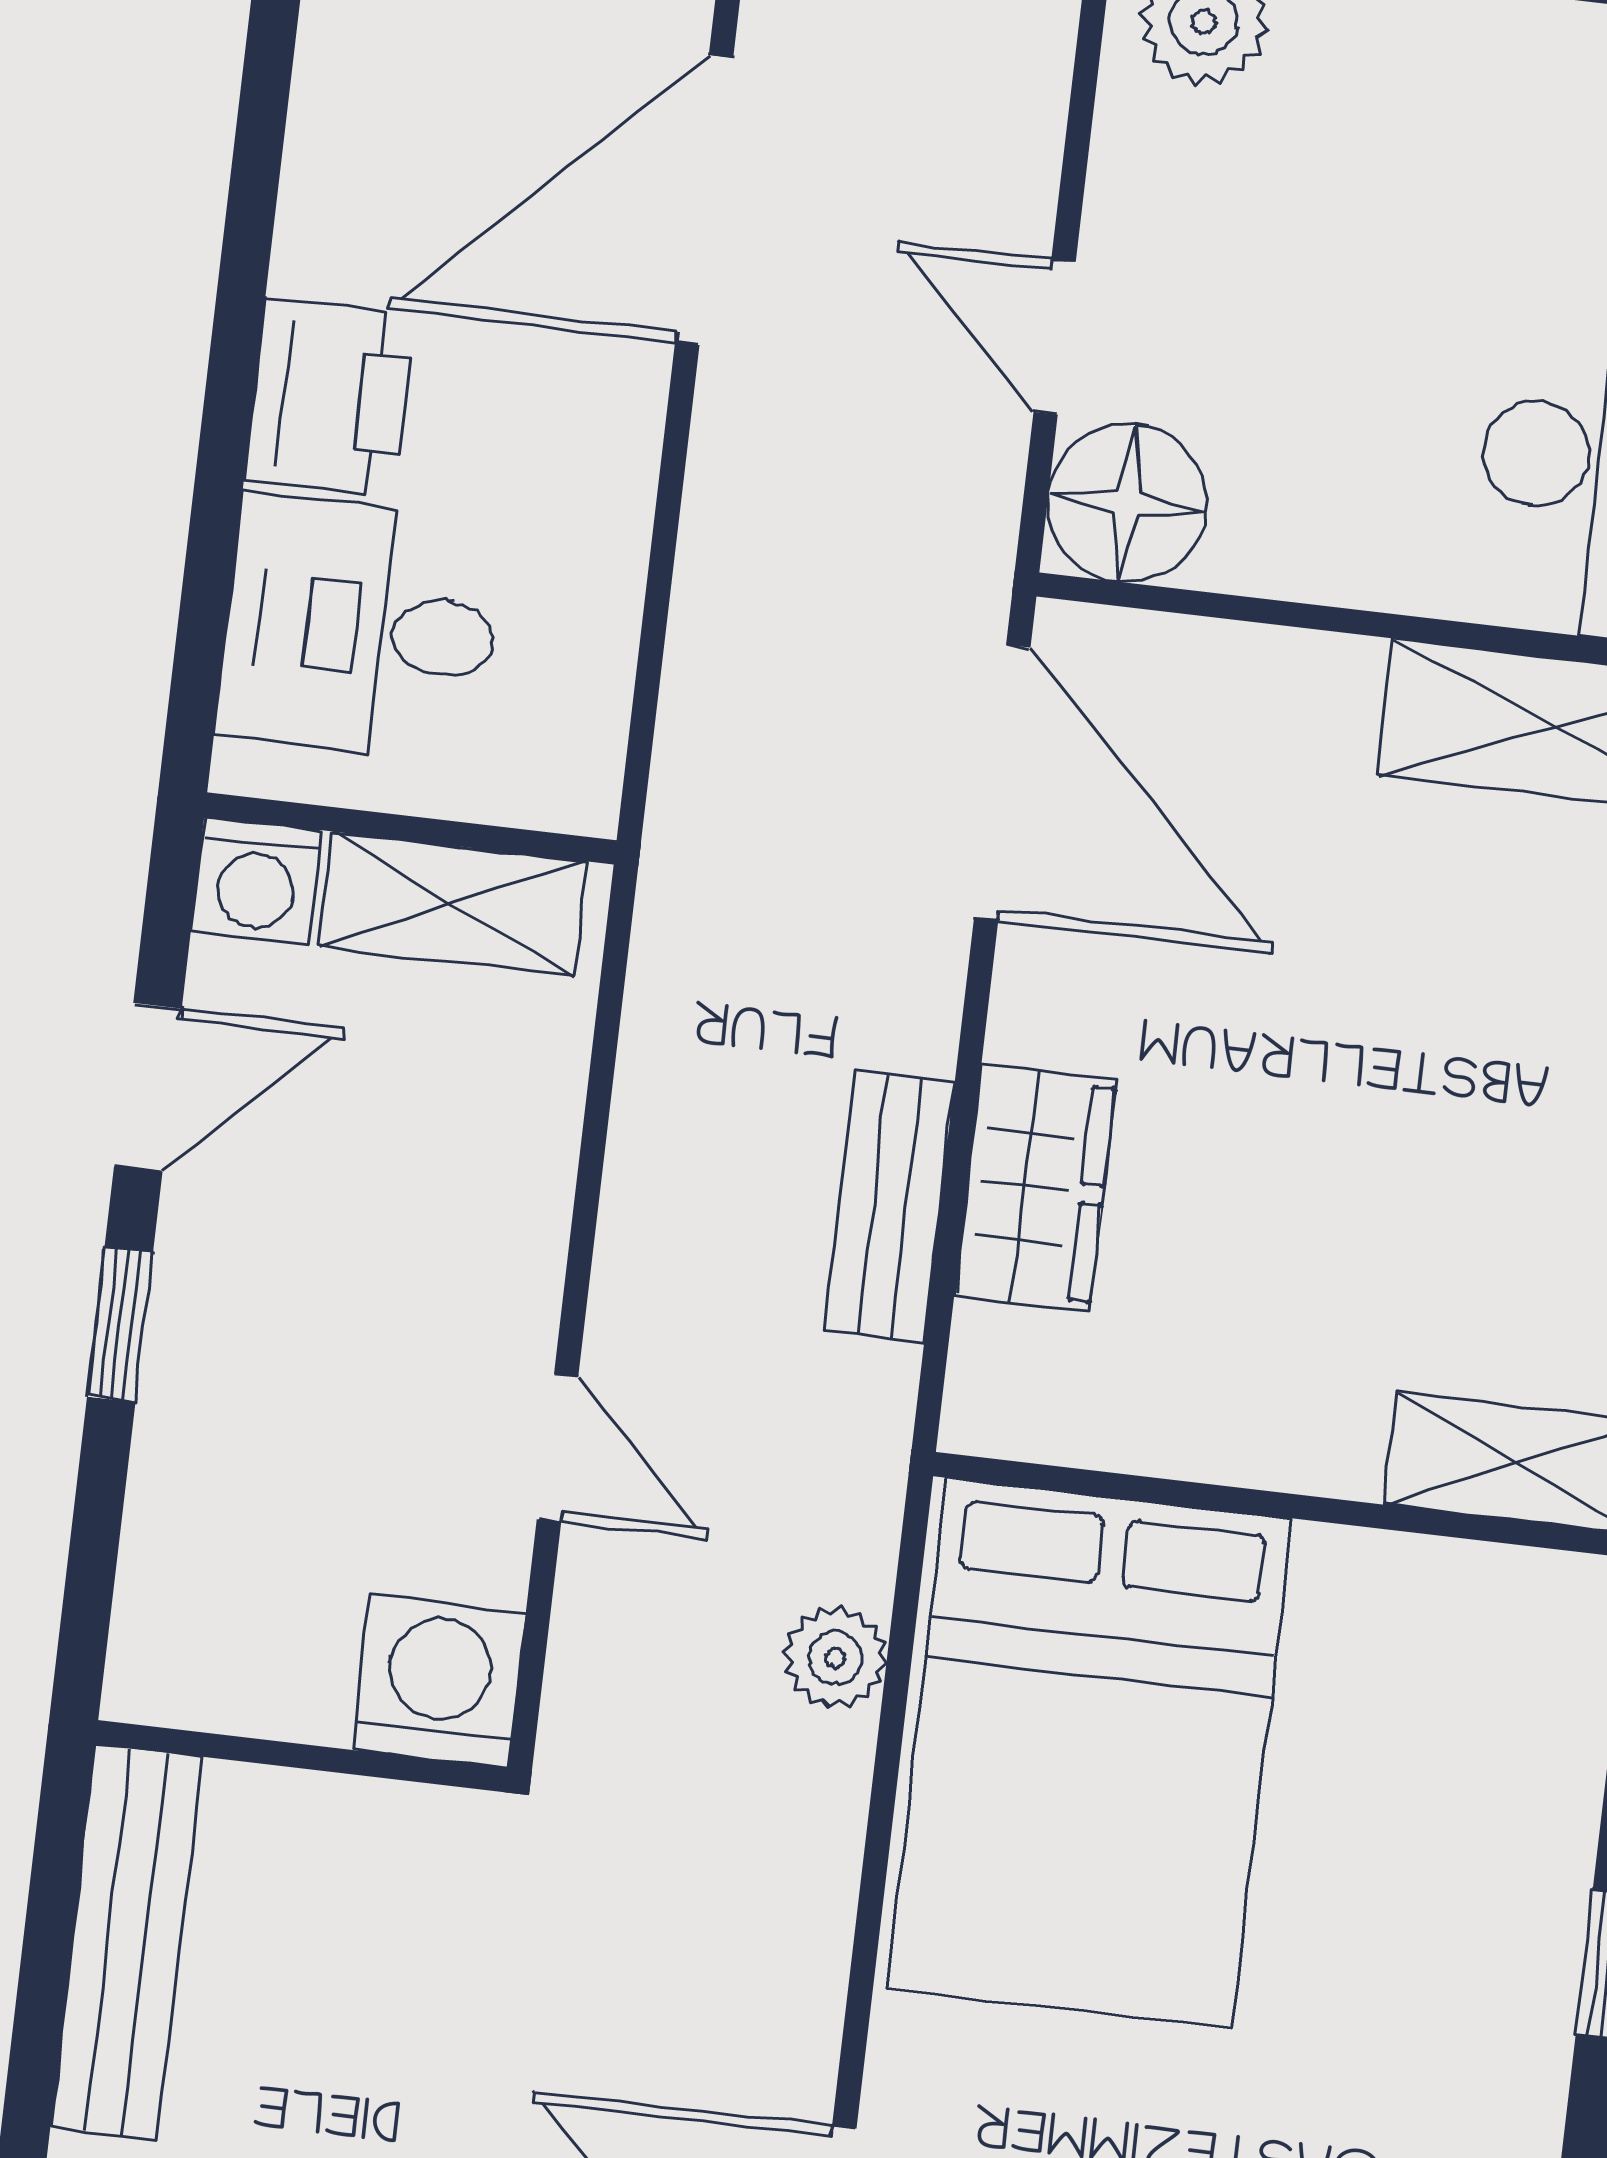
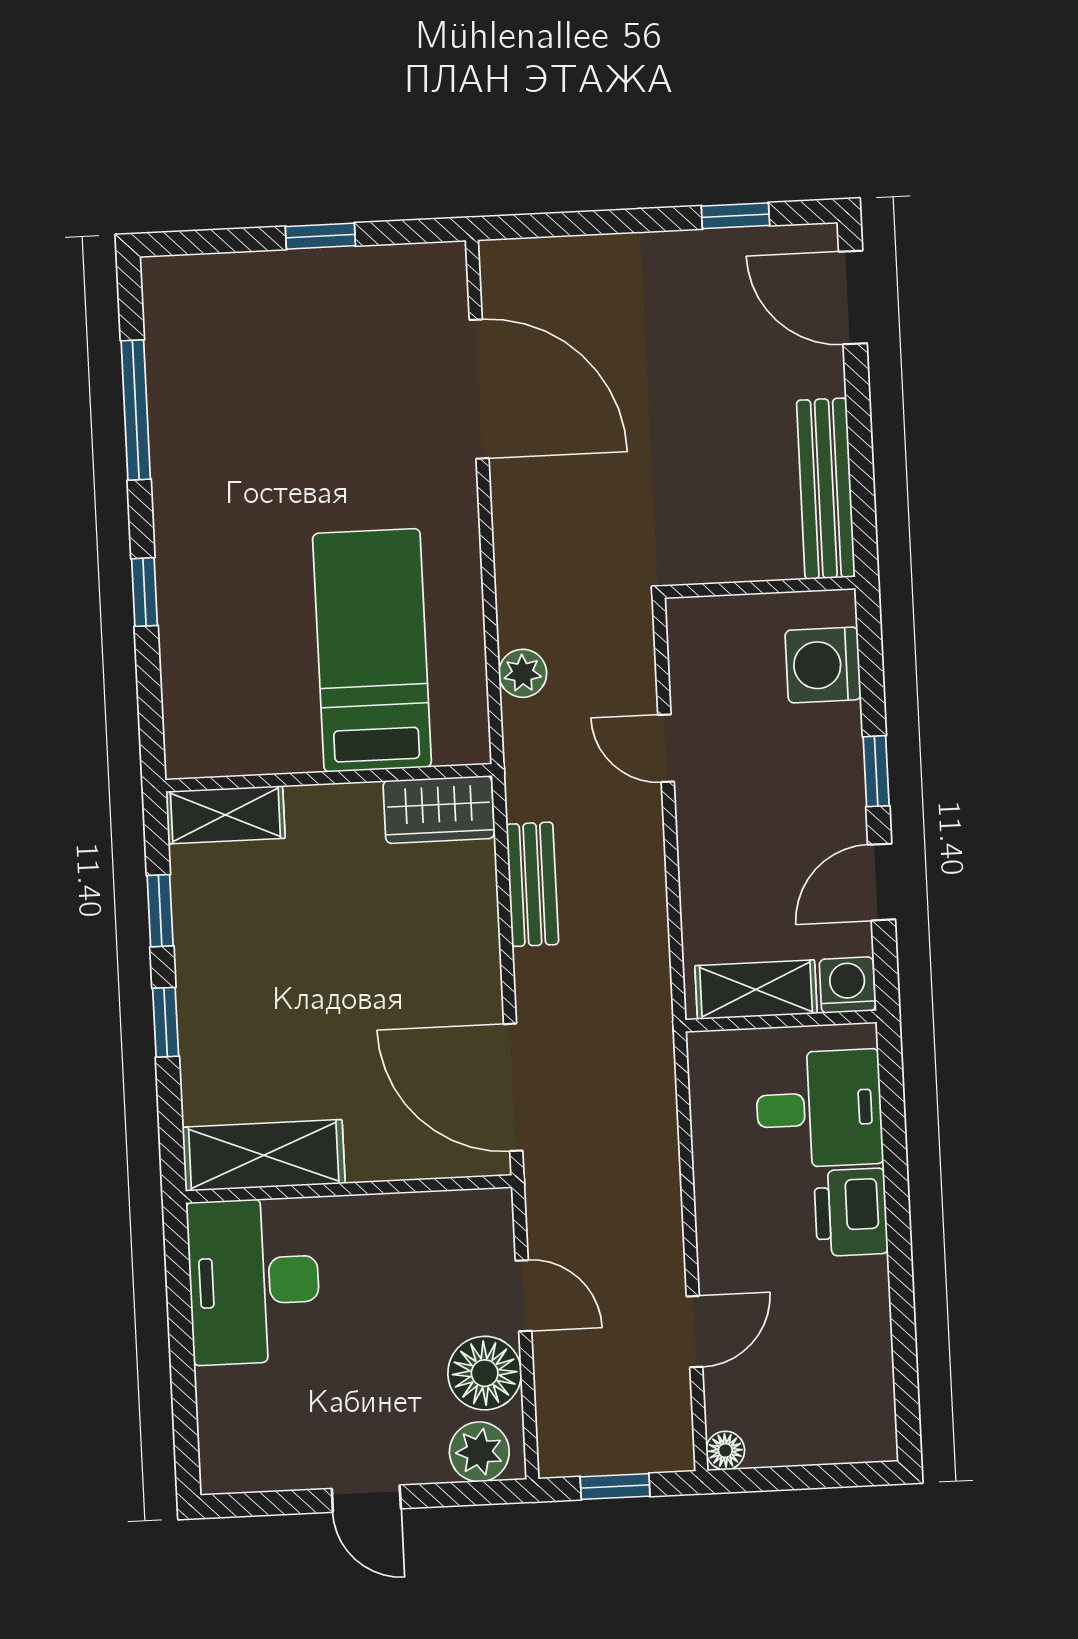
door: (704, 200) -> (695, 1332), width x0.53
floor lamp: (1127, 503) -> (485, 1373), moved
wardrobe: (1035, 1188) -> (439, 810), moved, turned -90
washing machine: (439, 1681) -> (823, 665), moved, turned 90
bed: (1089, 1753) -> (372, 650), width x0.67

